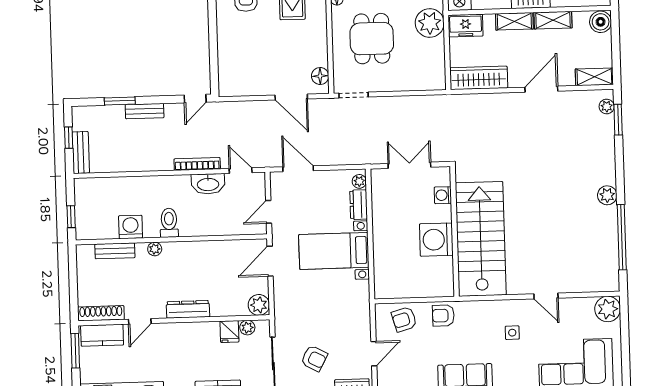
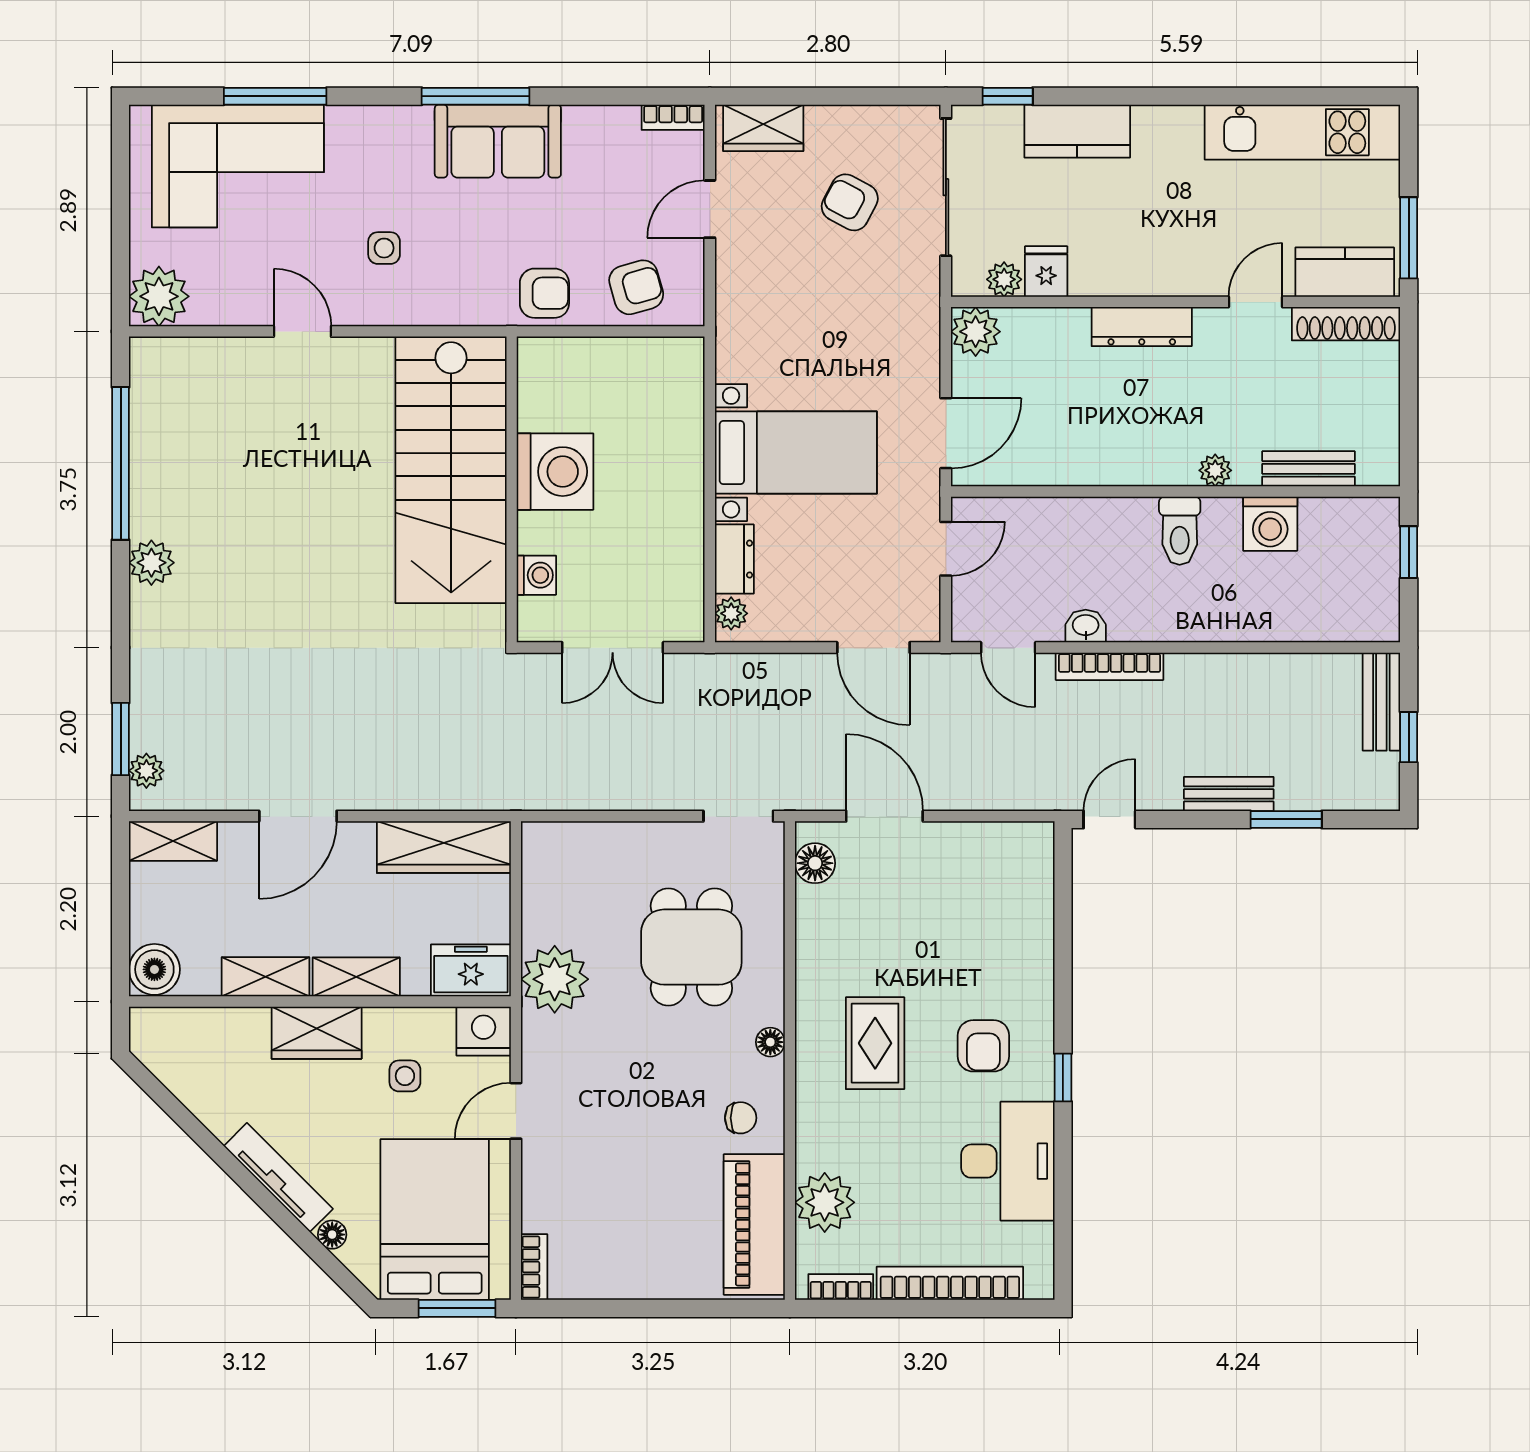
washbasin: (208, 184) -> (1086, 626), width x0.52, depth x0.69

